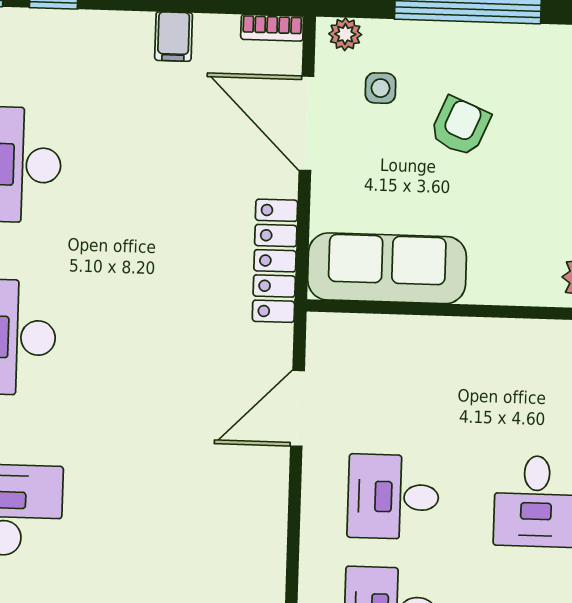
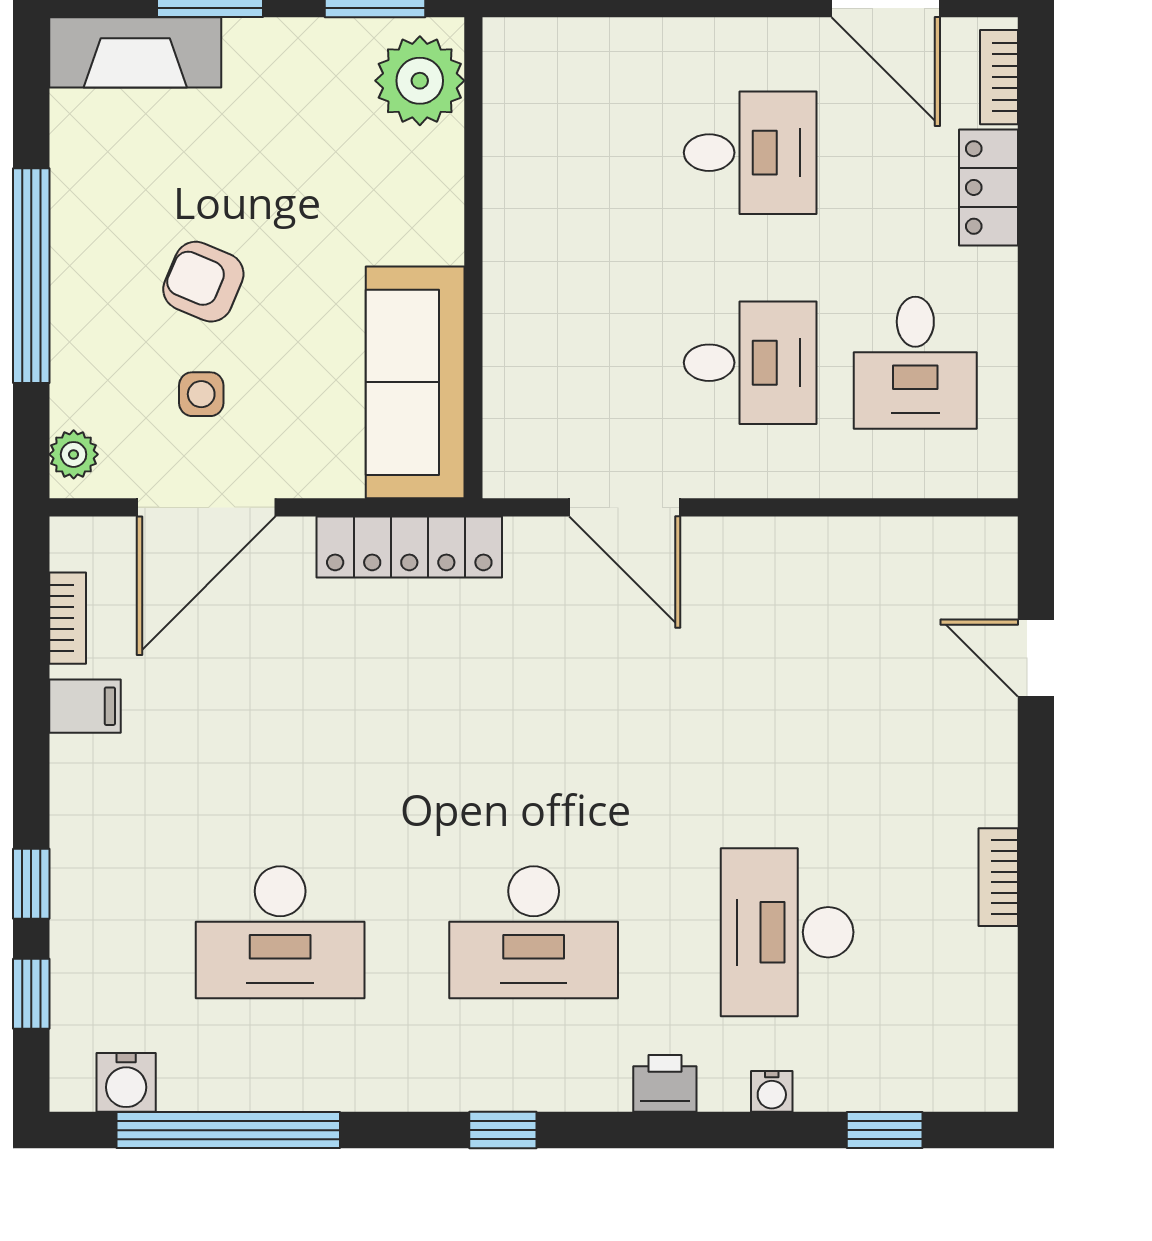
bookcase: (272, 28) -> (68, 618), moved
side table: (381, 88) -> (201, 394), moved
desk: (393, 497) -> (750, 363), turned -90

